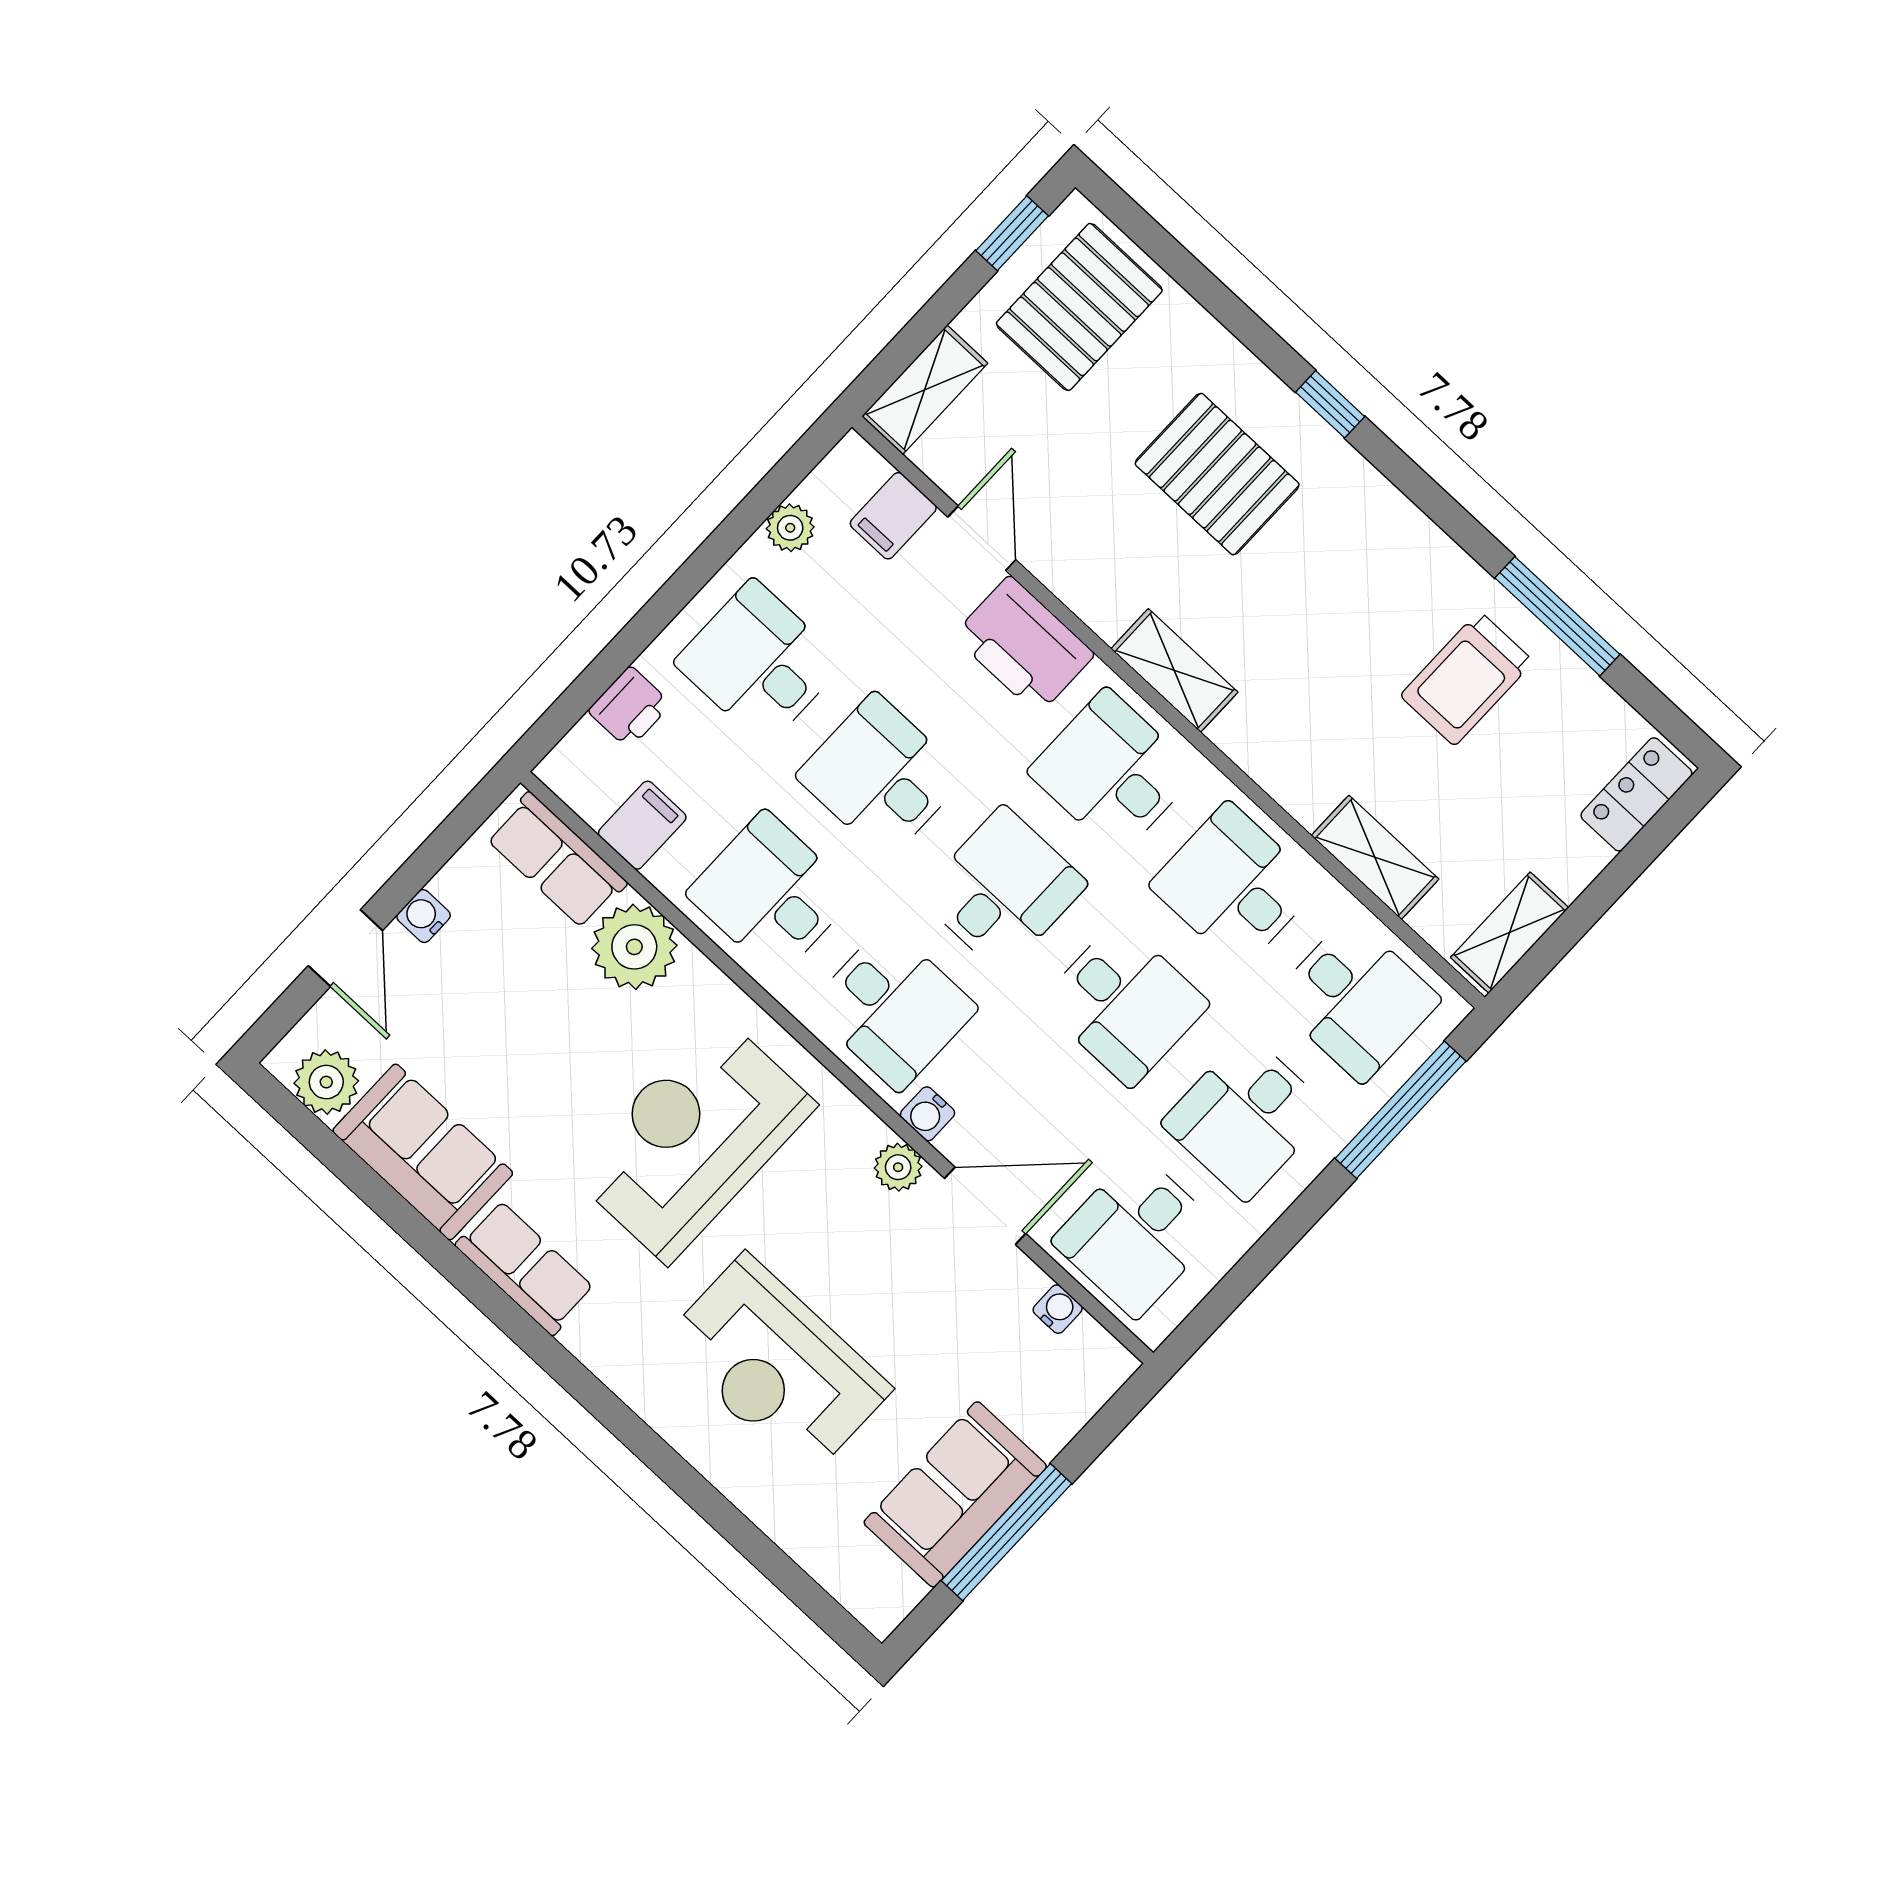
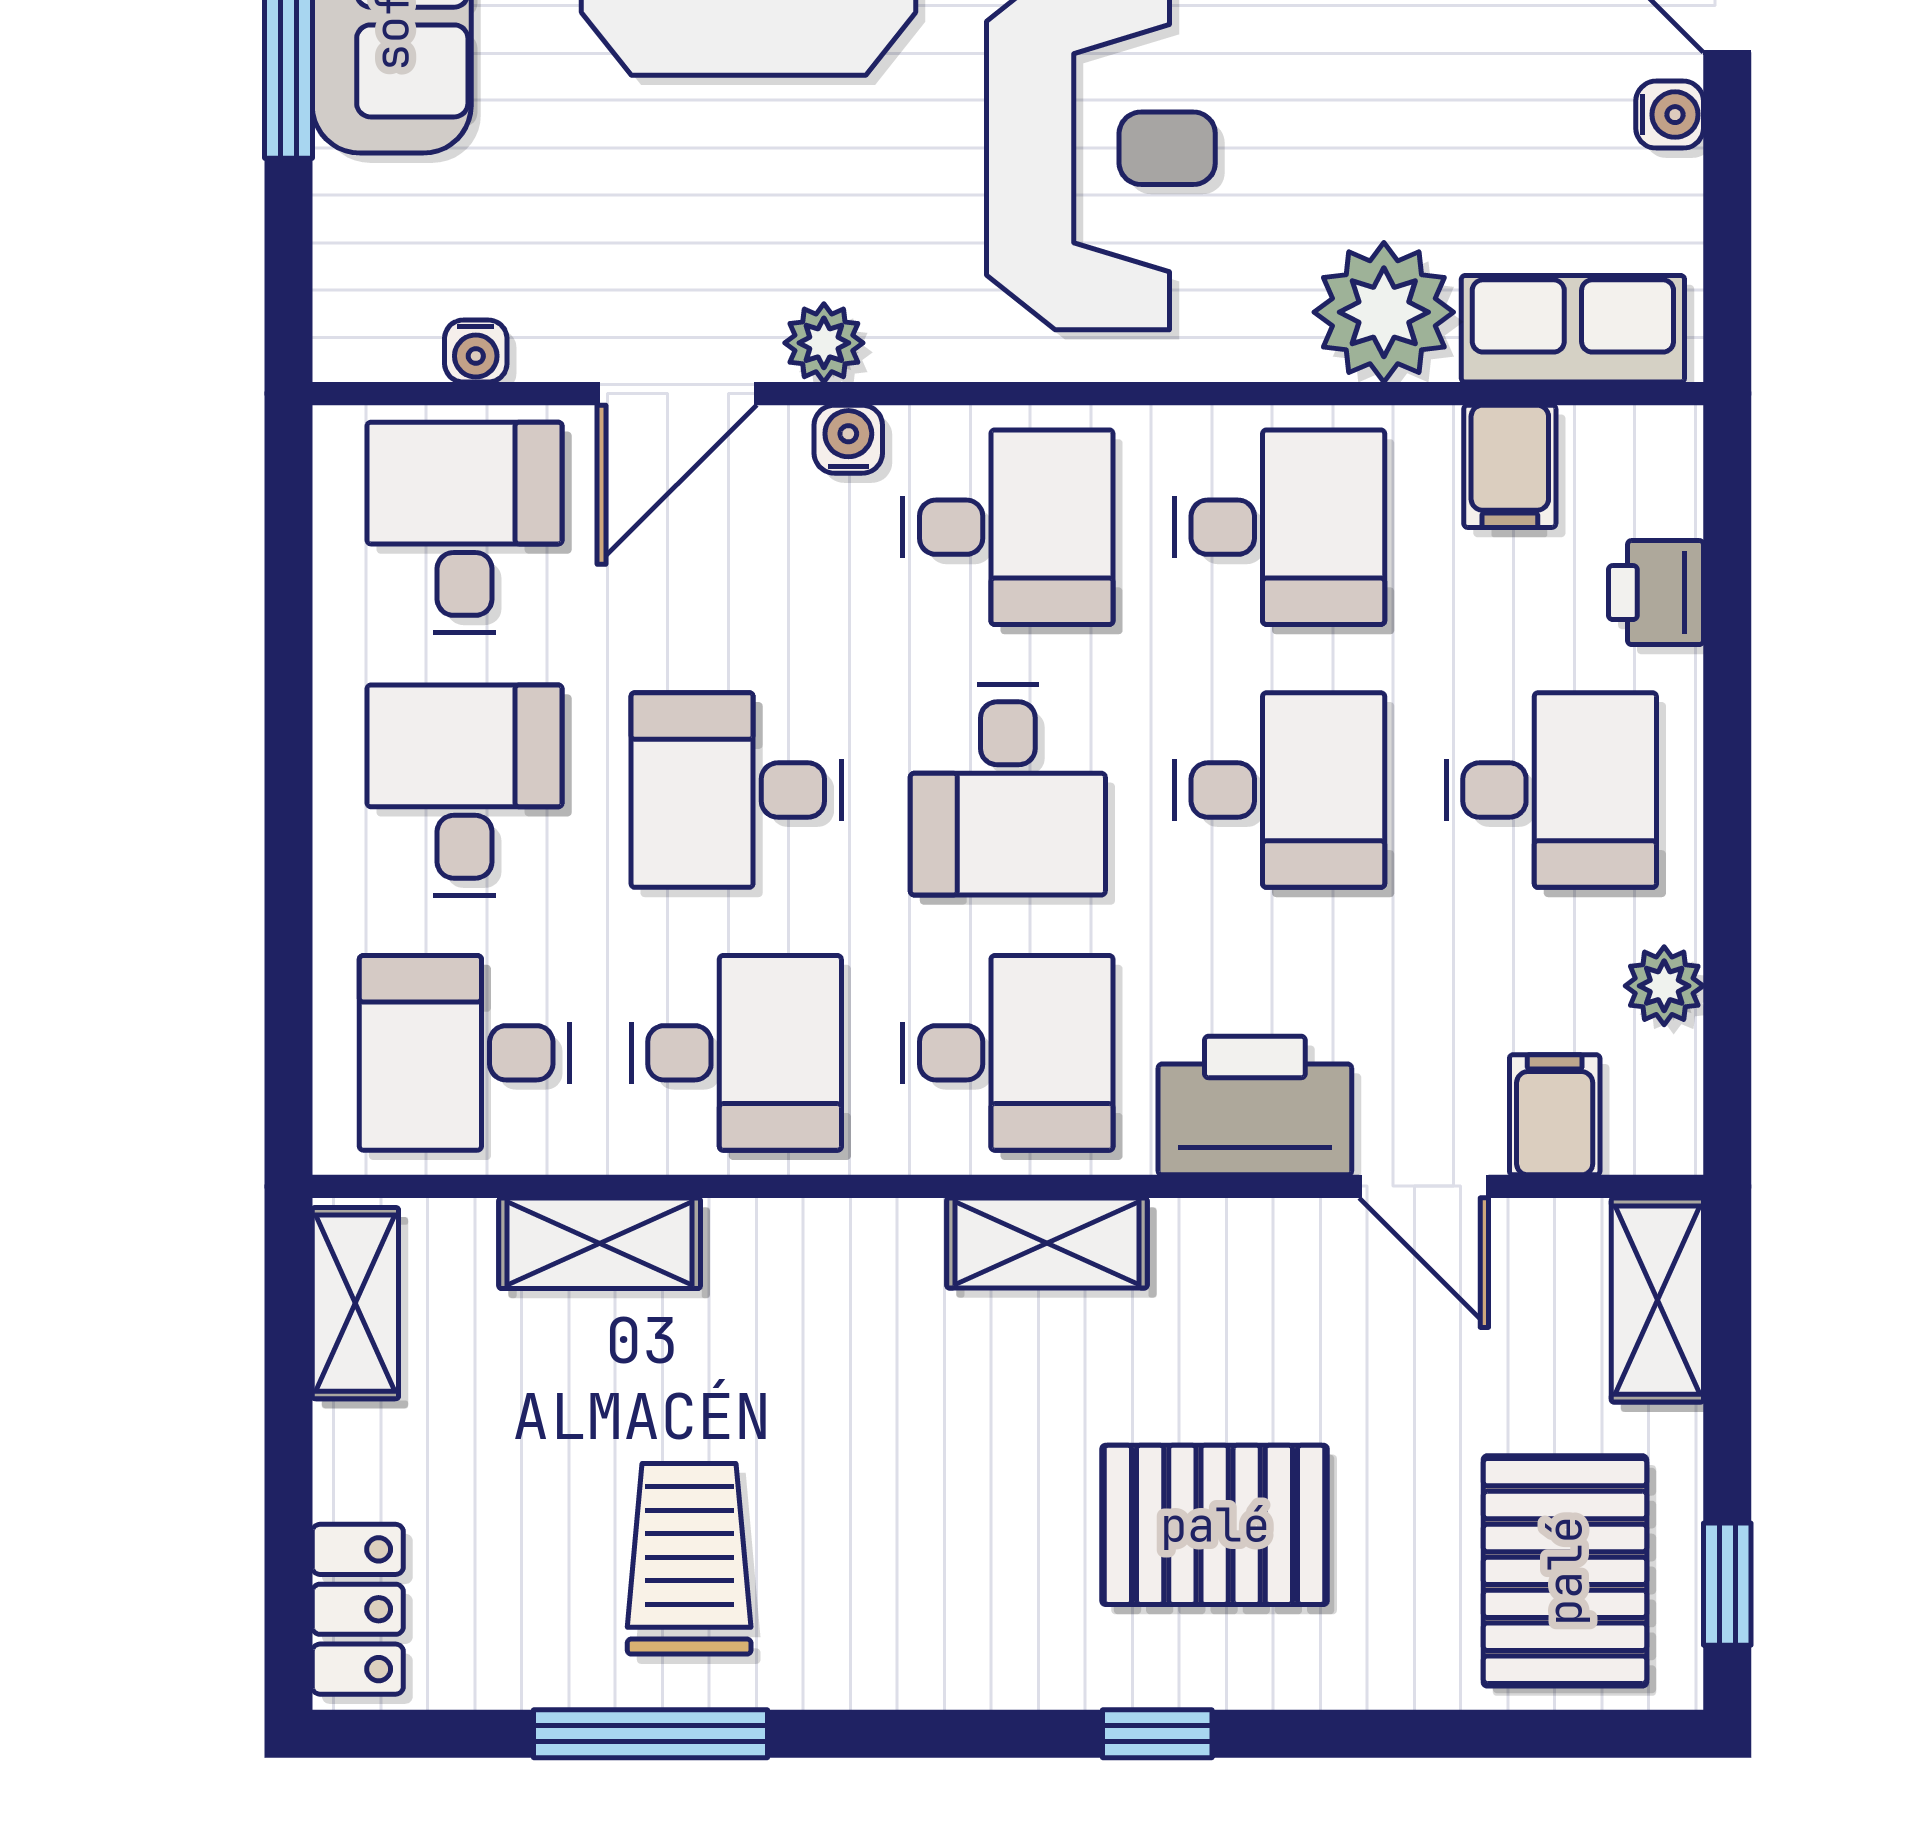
desk: (893, 1008) -> (1008, 527), turned 180
window: (1400, 1110) -> (289, 970), removed

